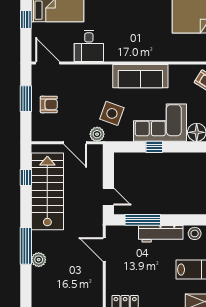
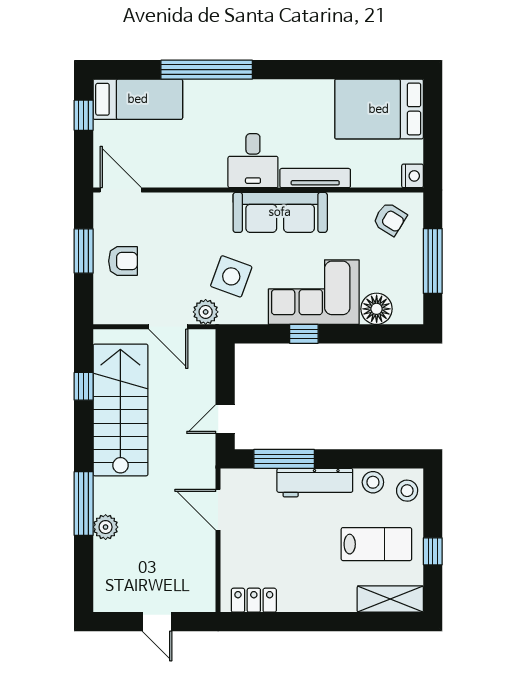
desk: (89, 46) -> (253, 161), moved
tv unit: (161, 56) -> (315, 178), added
door: (108, 197) -> (225, 419), swing flipped

